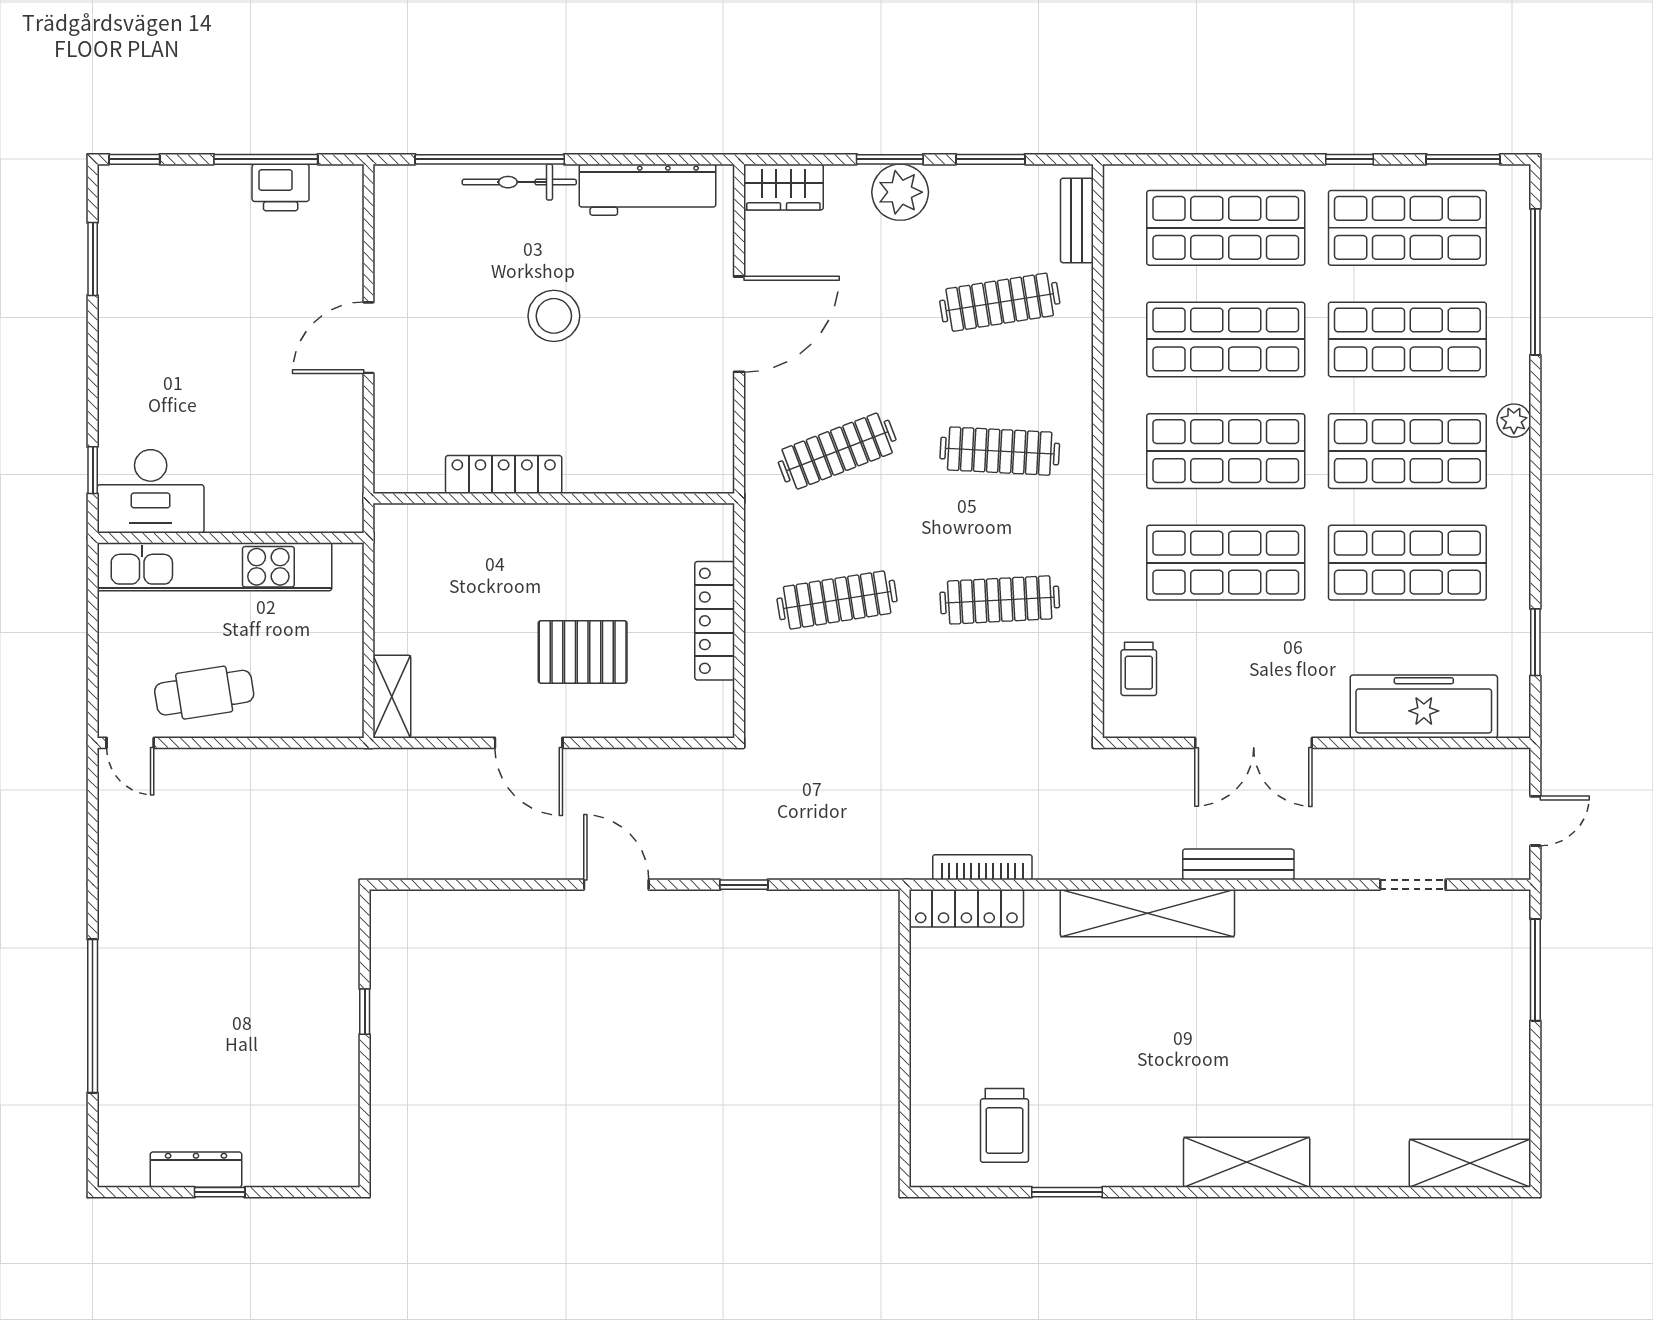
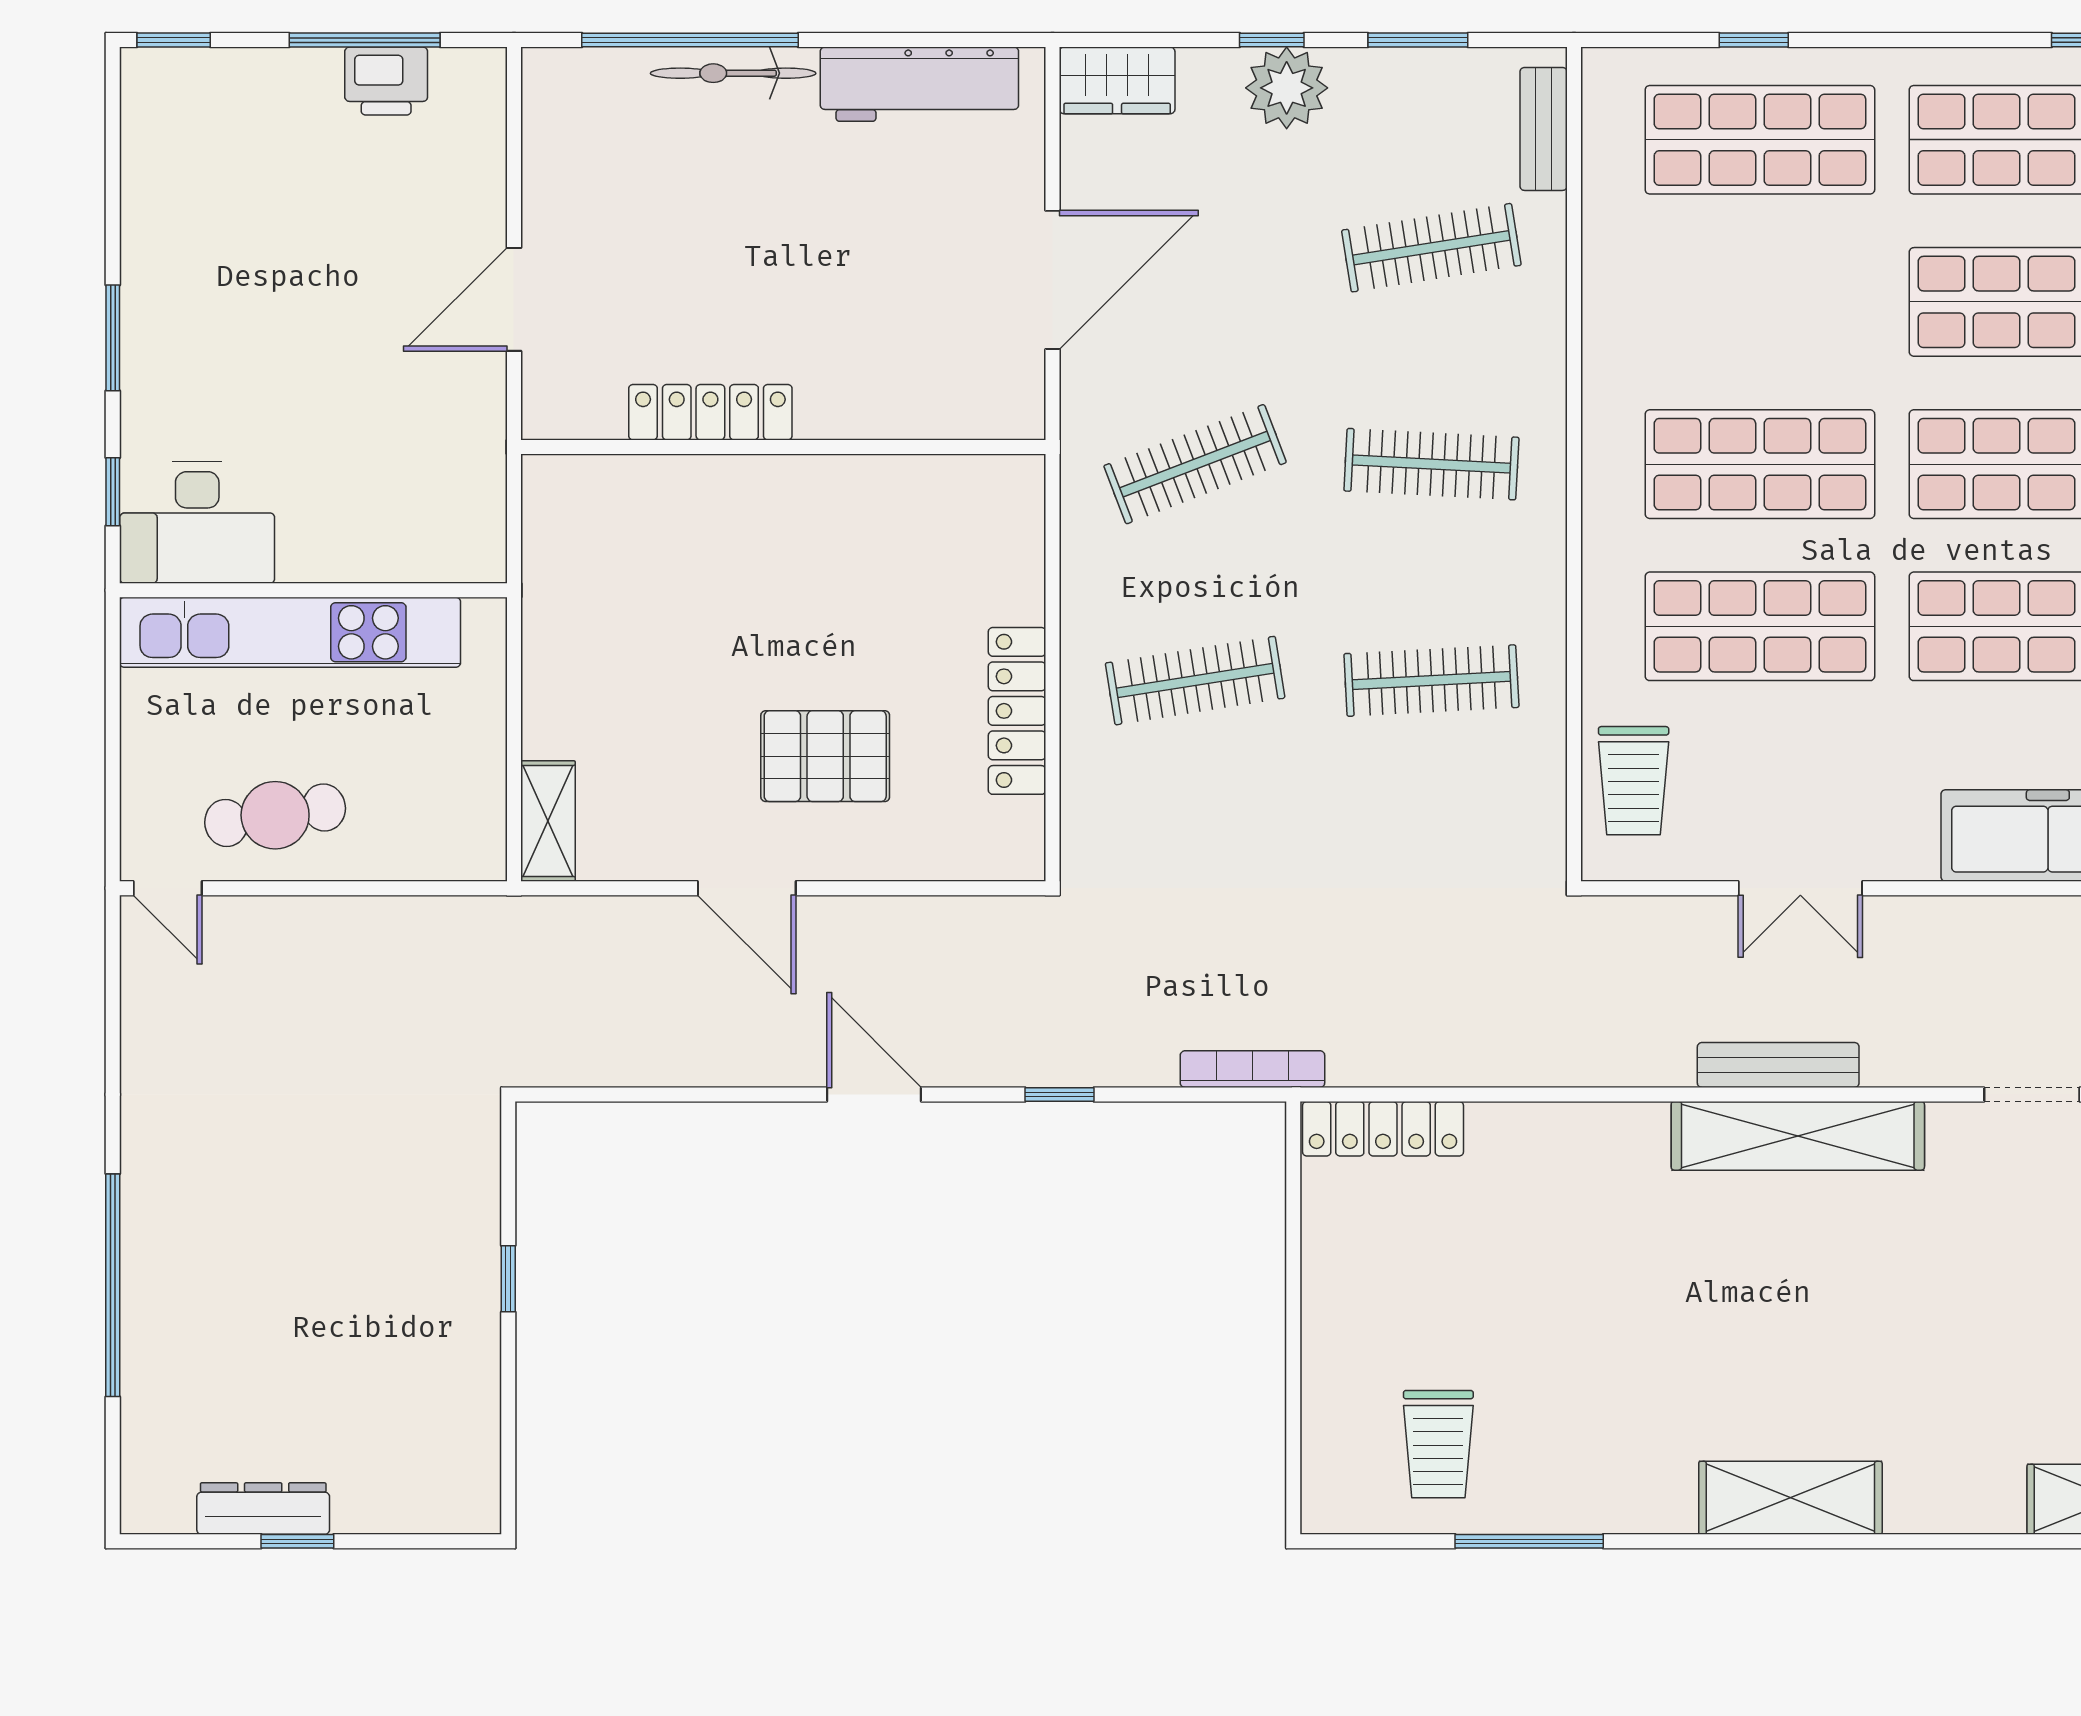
window: (890, 159) -> (1272, 40), width x0.67
window: (1349, 159) -> (1754, 40), moved
window: (93, 259) -> (113, 338), moved
stool: (554, 316) -> (783, 268), removed
shop shelf: (1226, 339) -> (1760, 302), removed
locker: (504, 474) -> (710, 412), moved
wall: (554, 498) -> (783, 447), moved
trolley: (1139, 669) -> (1634, 781), width x1.36, depth x1.39
double door: (1254, 743) -> (1800, 888), width x0.73
bookcase: (982, 867) -> (1252, 1069), moved
shelving: (1147, 913) -> (1798, 1136), moved
window: (1067, 1192) -> (1529, 1541), width x1.44

